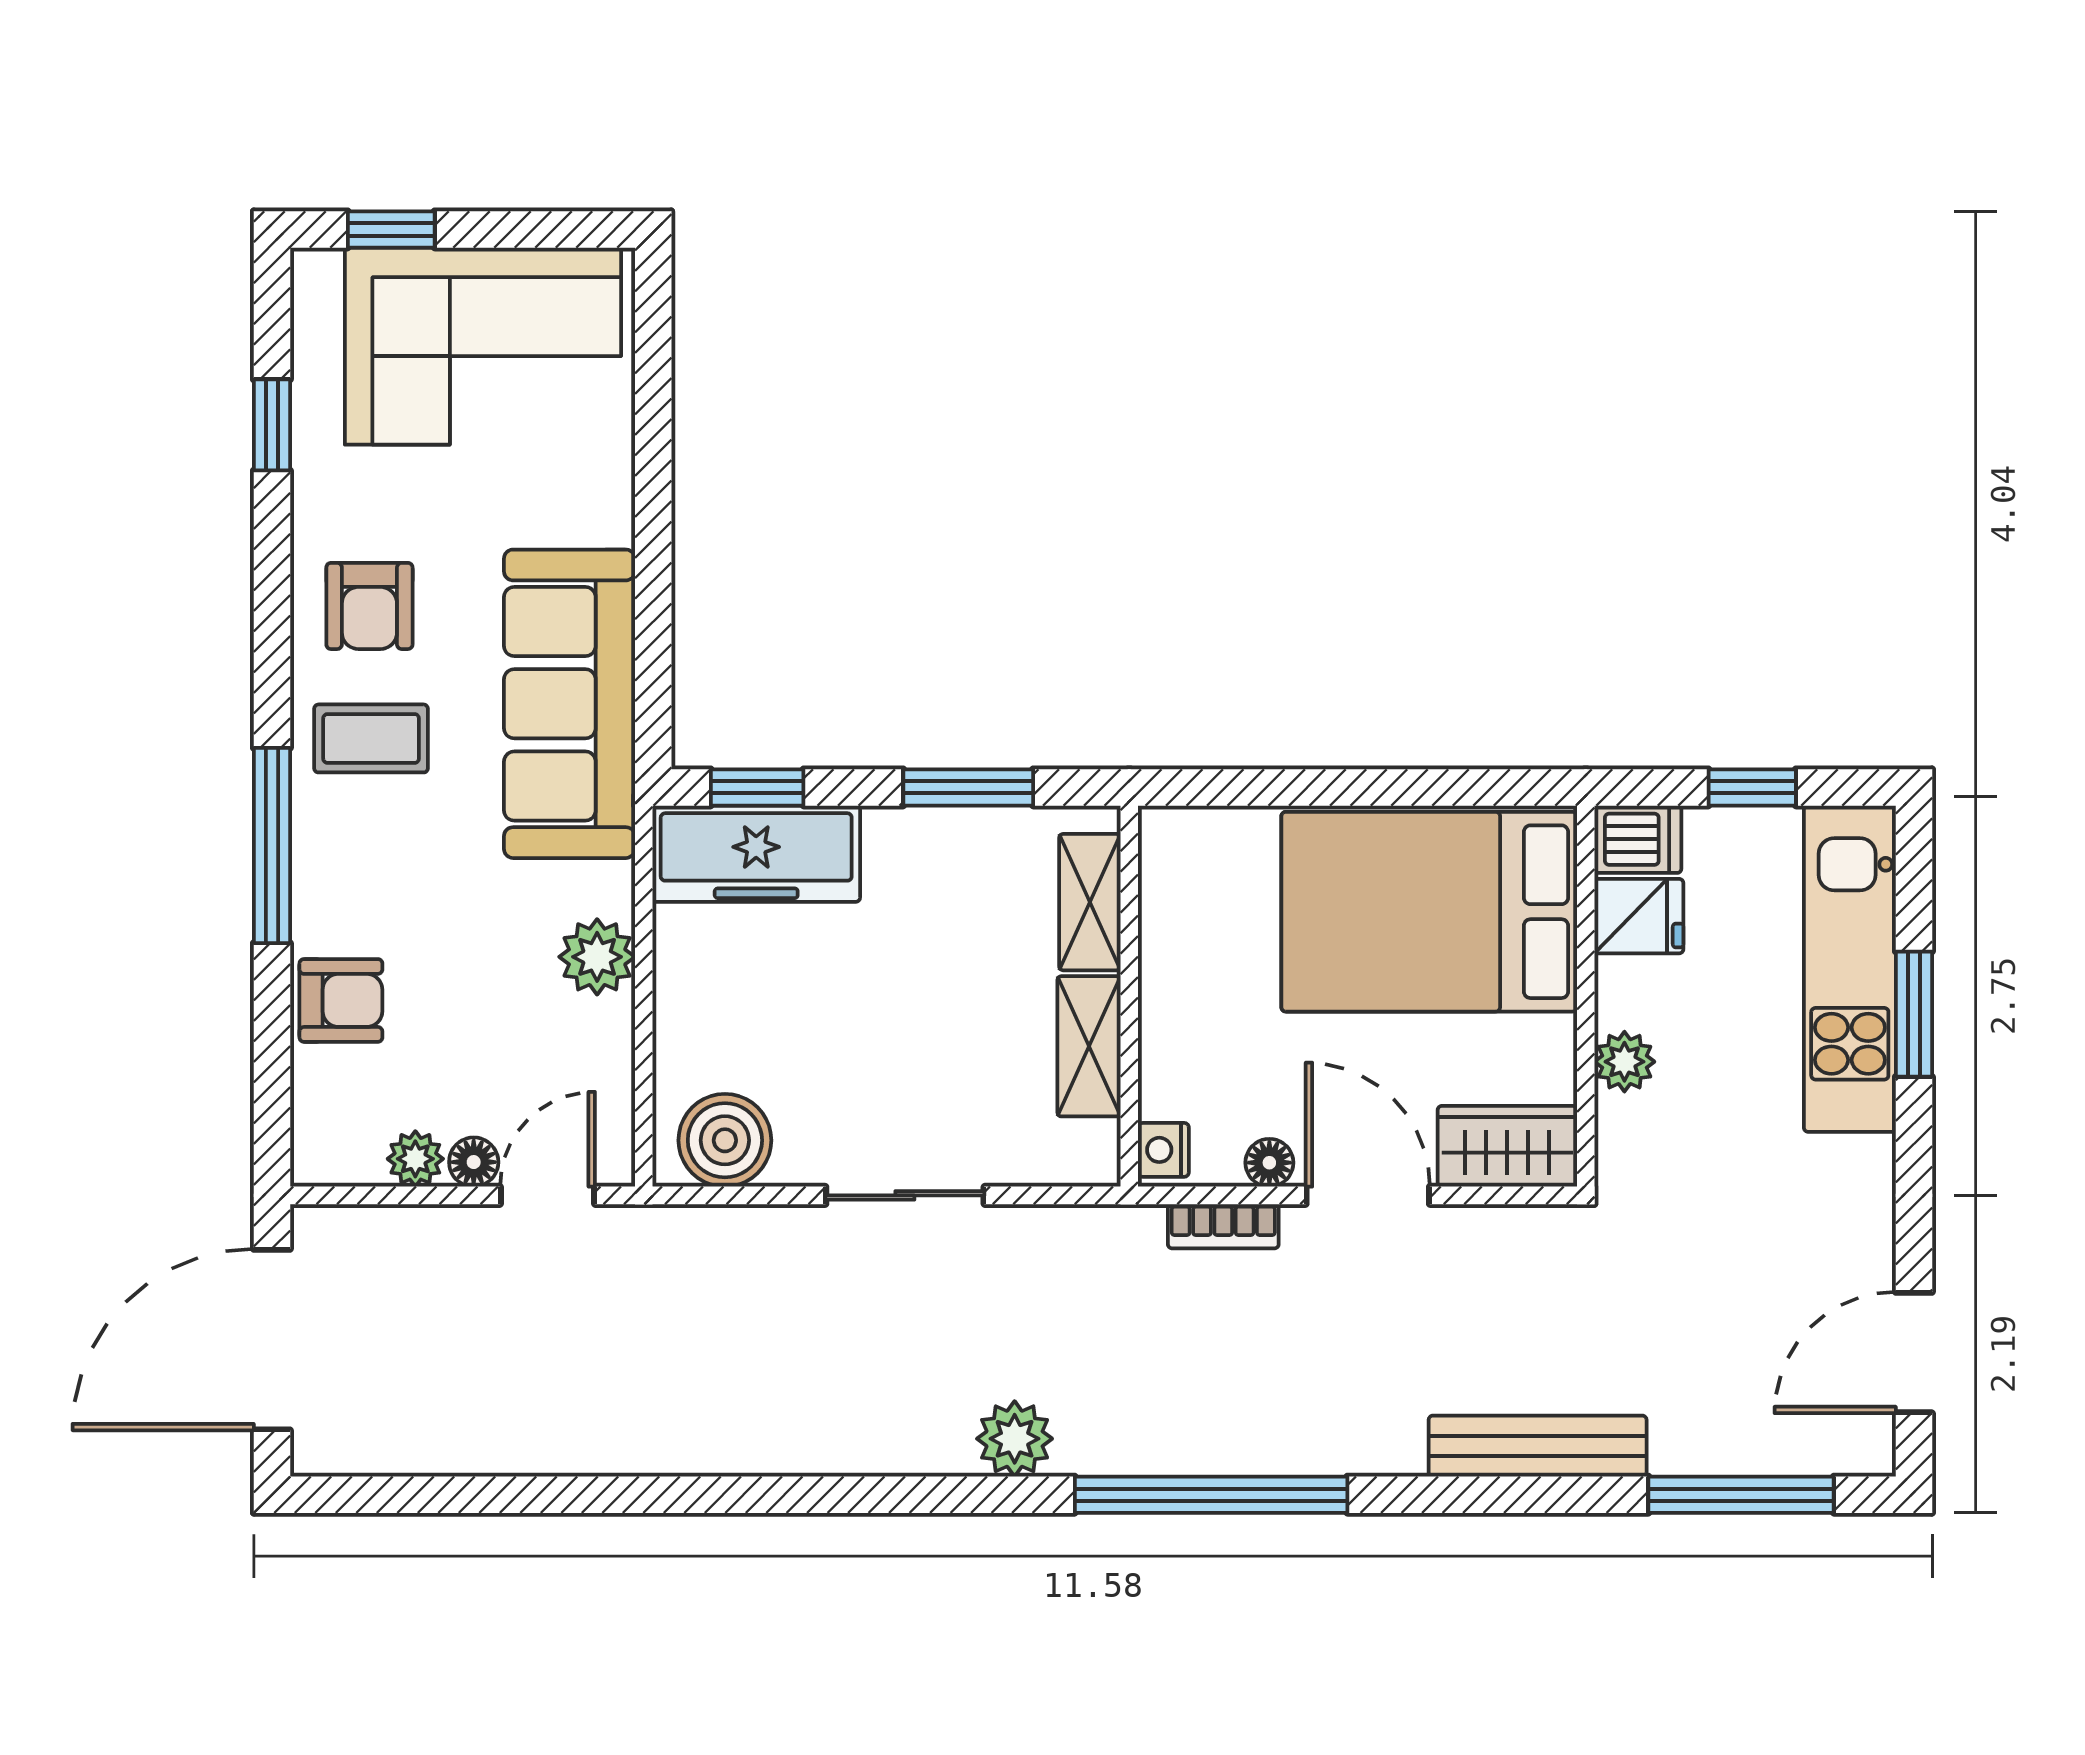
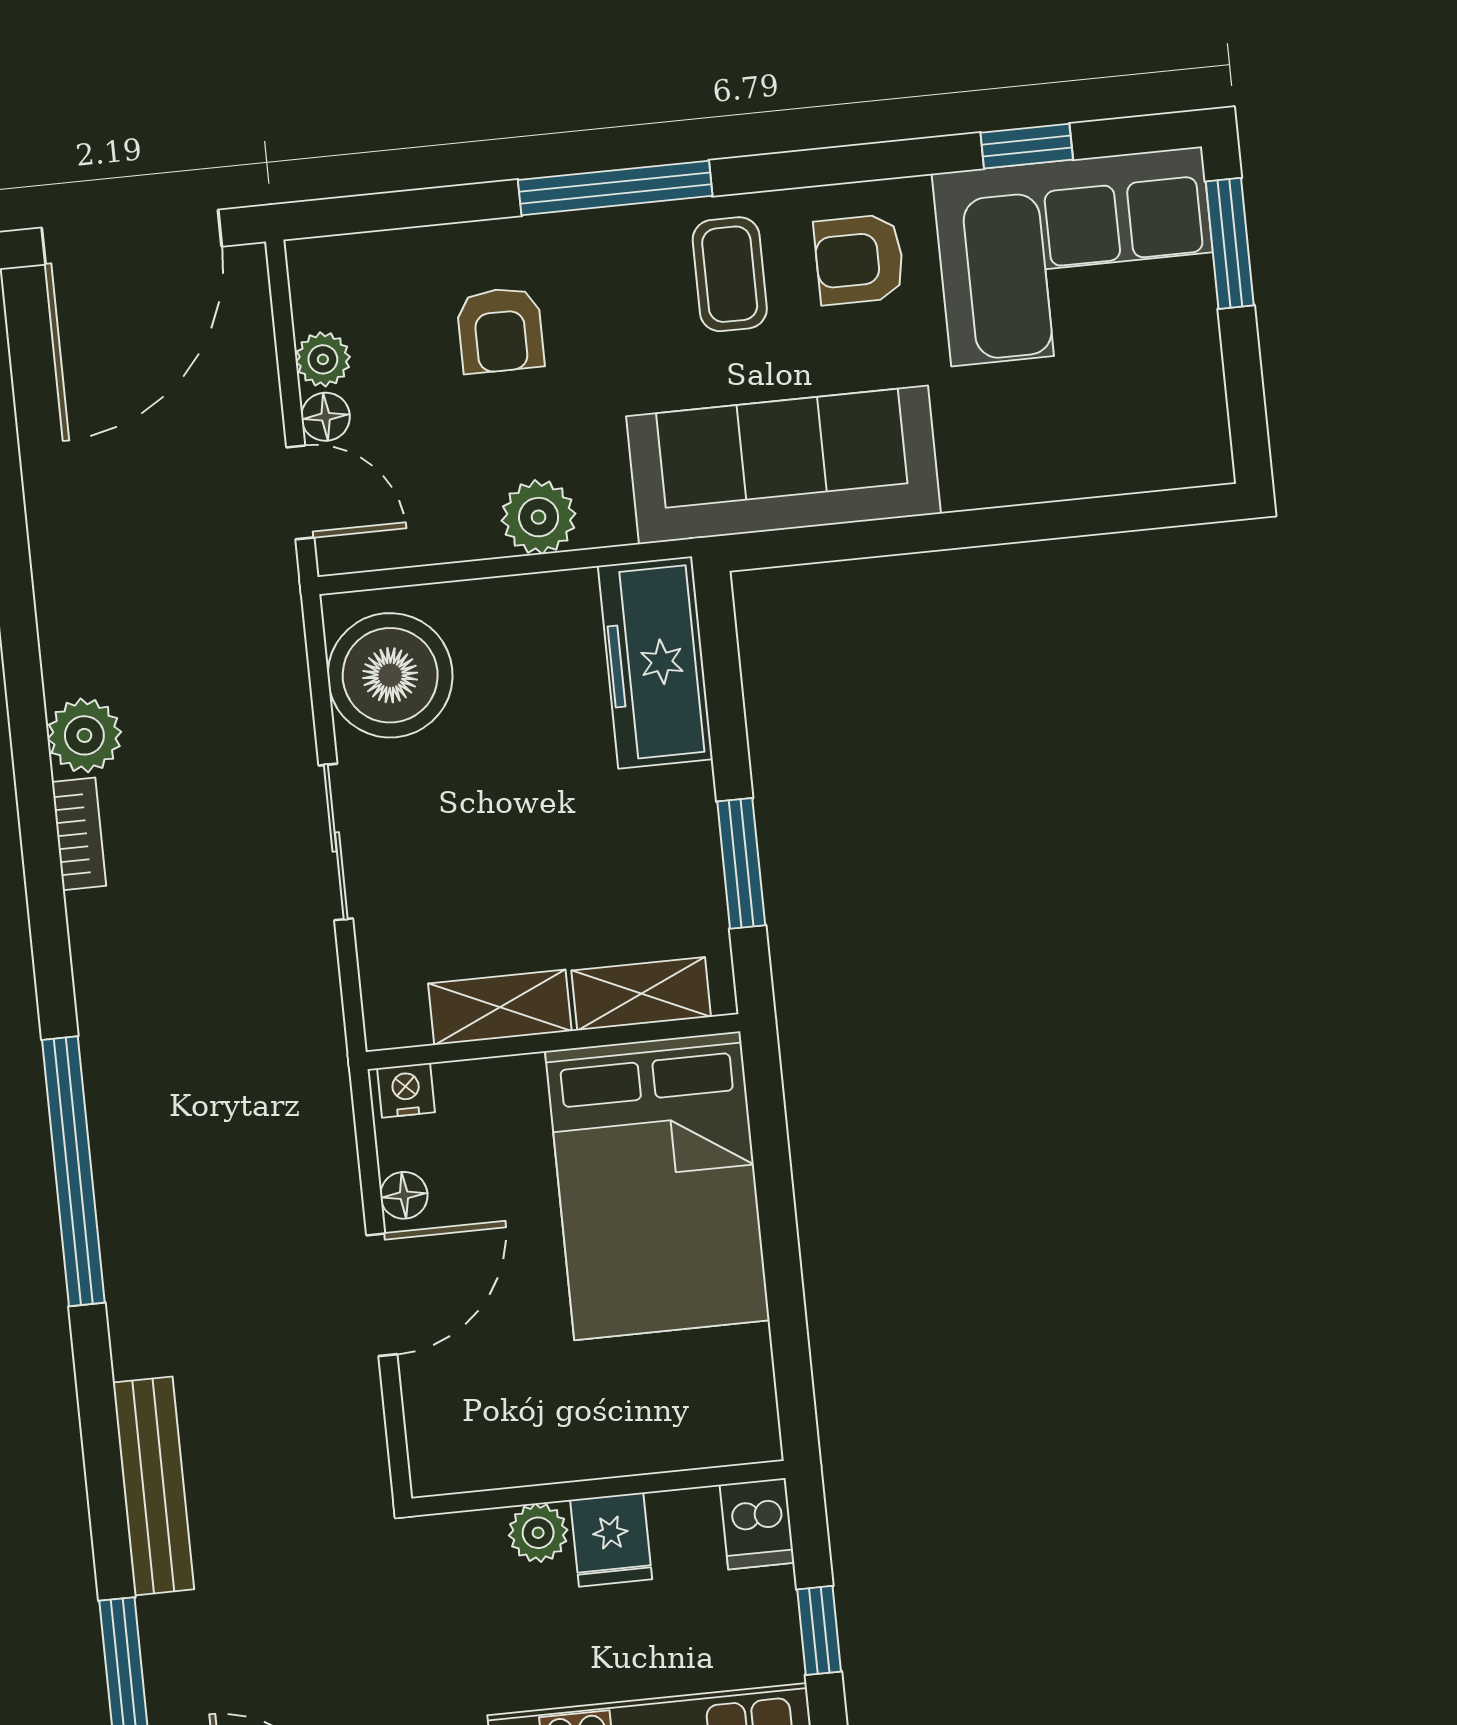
window: (391, 229) -> (1230, 243), width x1.50
corner sofa: (483, 346) -> (1077, 256), moved, turned -90
window: (757, 787) -> (720, 657), removed
bed: (1429, 912) -> (657, 1186), moved, turned 180
fridge: (1639, 916) -> (611, 1540), moved
armchair: (341, 1000) -> (500, 330), moved
boiler: (725, 1140) -> (390, 675), width x1.37, depth x1.37
wardrobe: (1507, 1146) -> (444, 1426), removed
bookcase: (1223, 1226) -> (79, 834), moved, turned 180
door: (272, 1340) -> (132, 237), swing flipped
plant: (1015, 1439) -> (84, 735), moved

